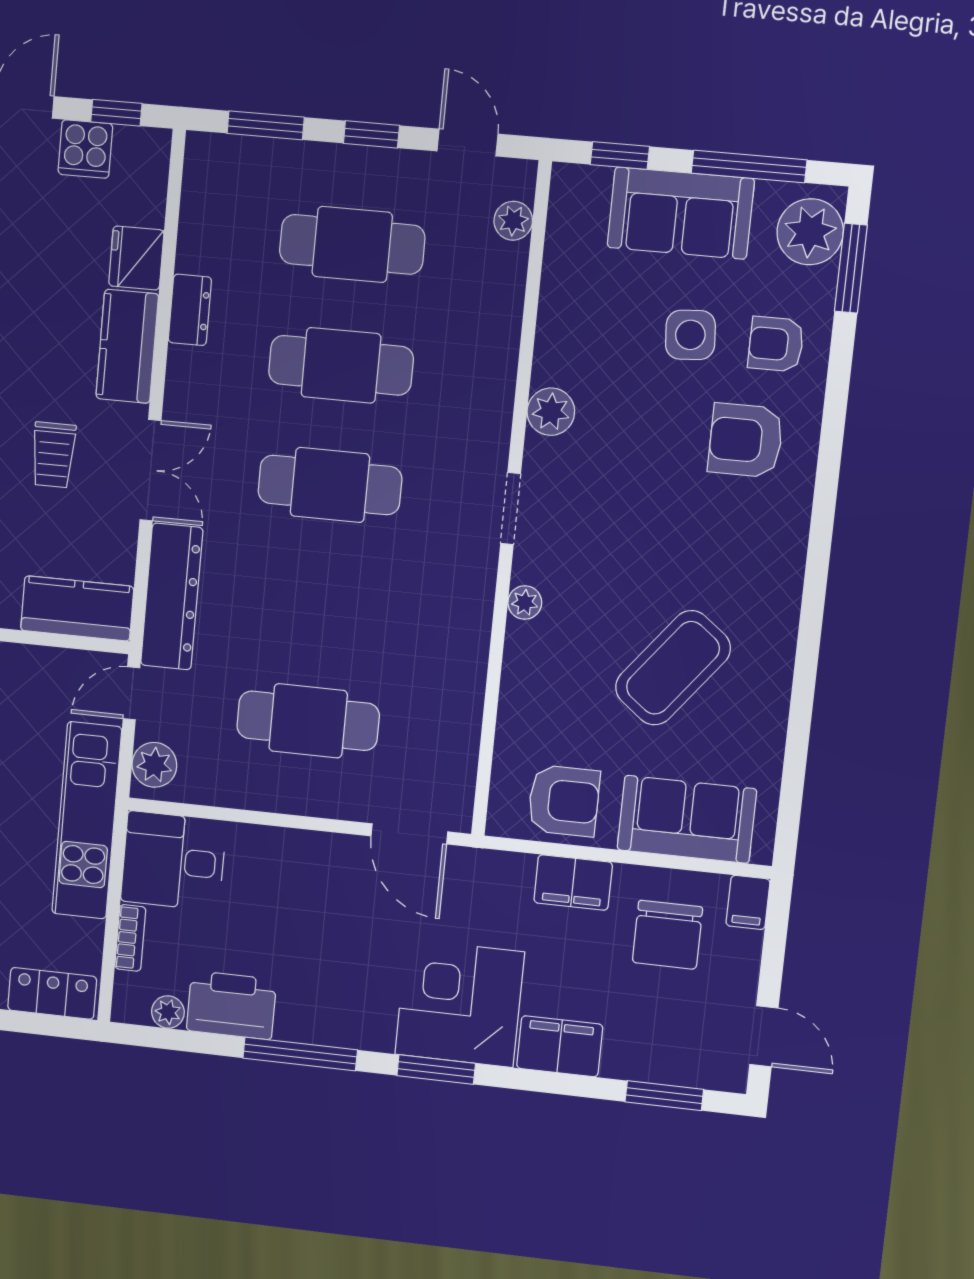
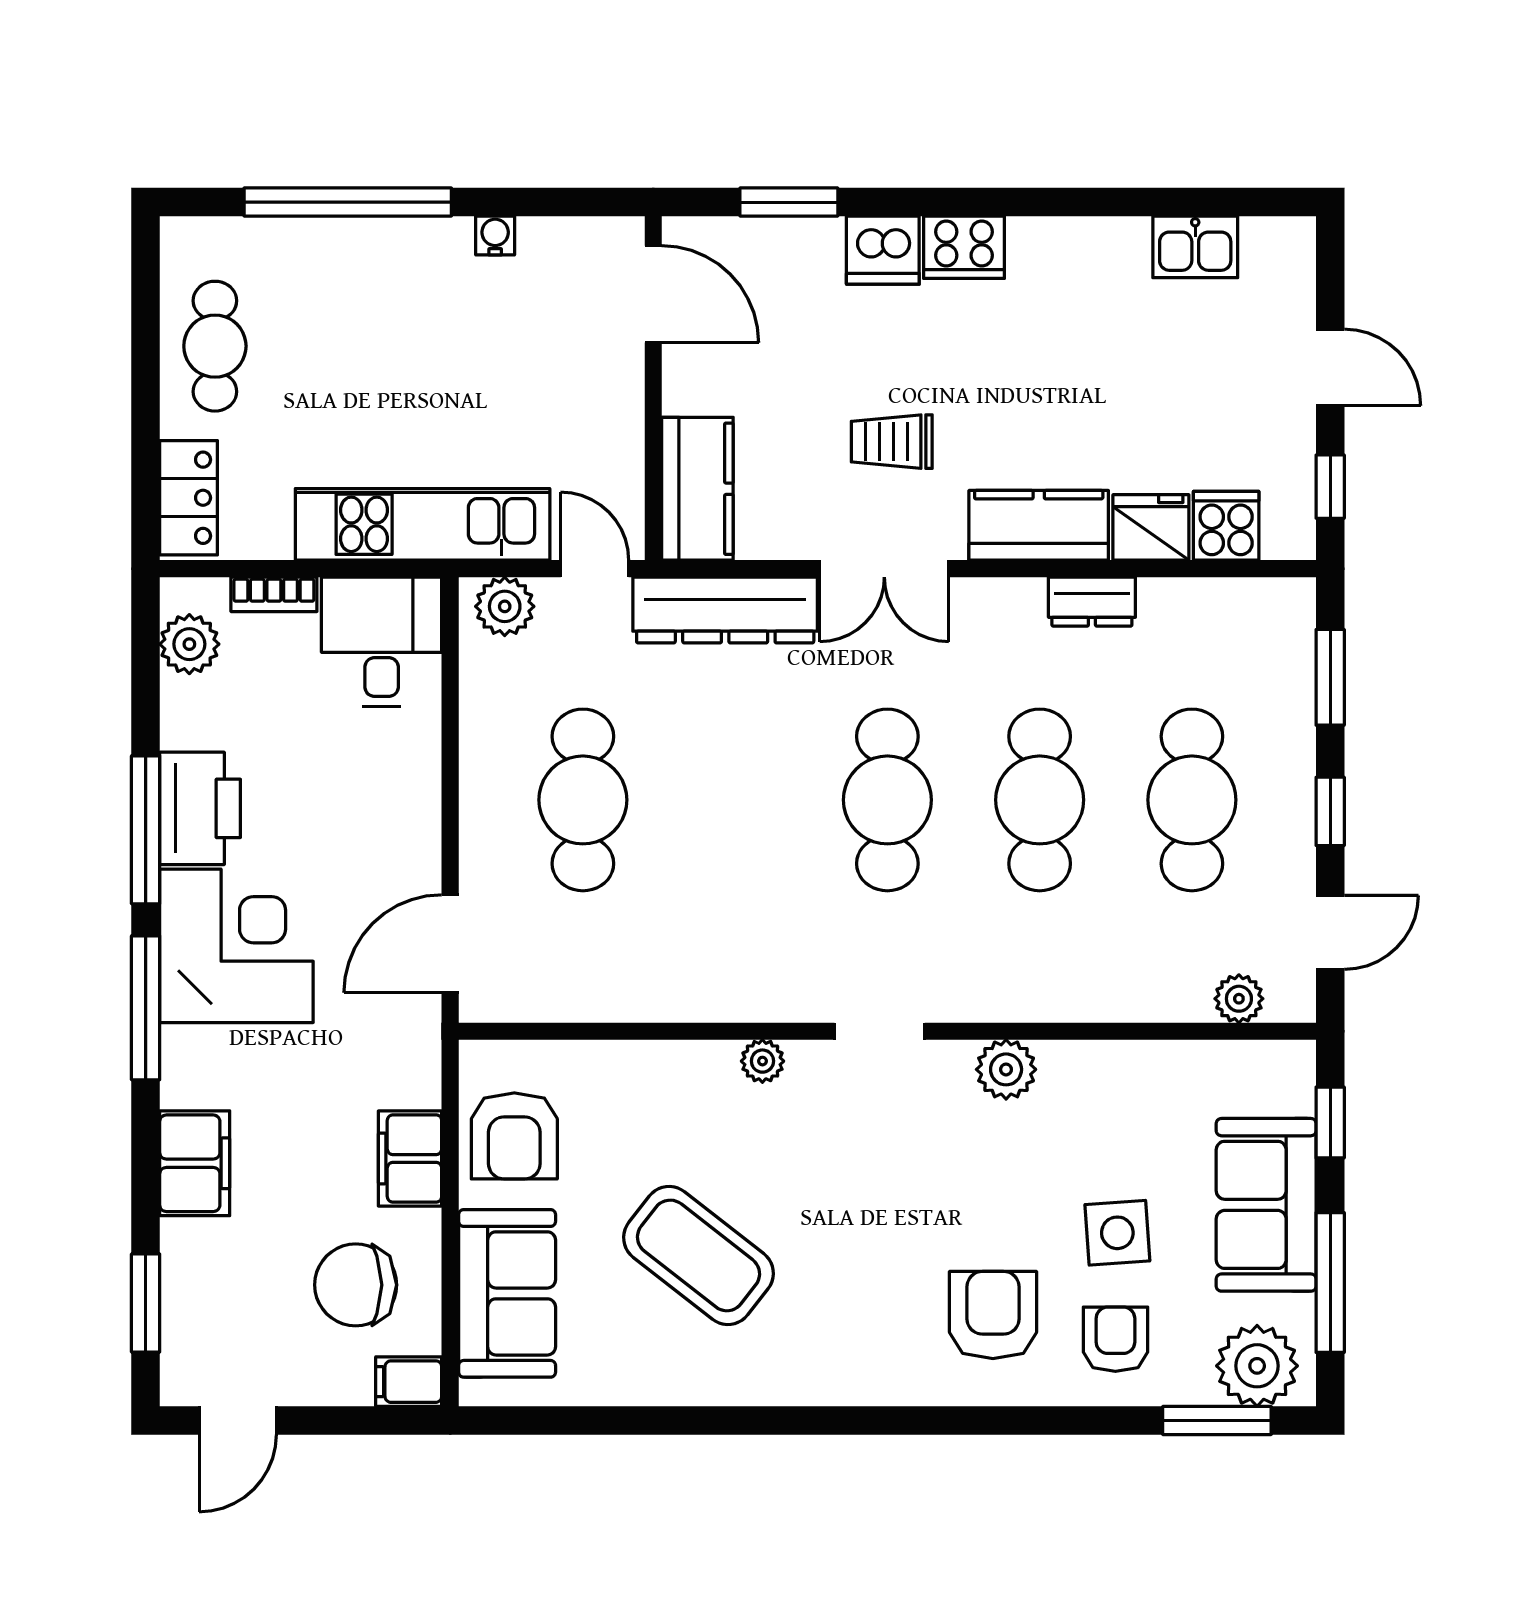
cooker: (85, 149) -> (1226, 526), moved, turned 90
corner desk: (460, 1003) -> (236, 946), moved
printer: (231, 1005) -> (200, 808), moved
plant: (168, 1012) -> (189, 644), width x1.38, depth x1.38
window: (436, 1070) -> (146, 1008), width x1.44

